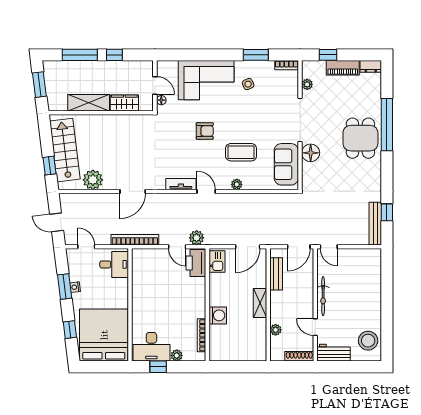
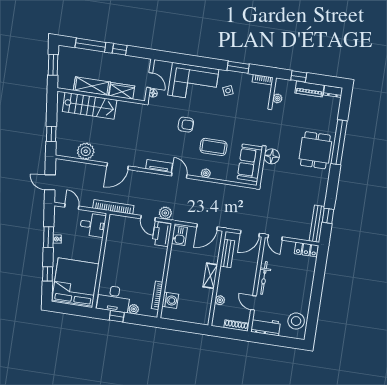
stairs: (65, 150) -> (90, 106), moved, turned 97
locker: (367, 255) -> (306, 250), added
washing machine: (218, 315) -> (170, 300), moved

